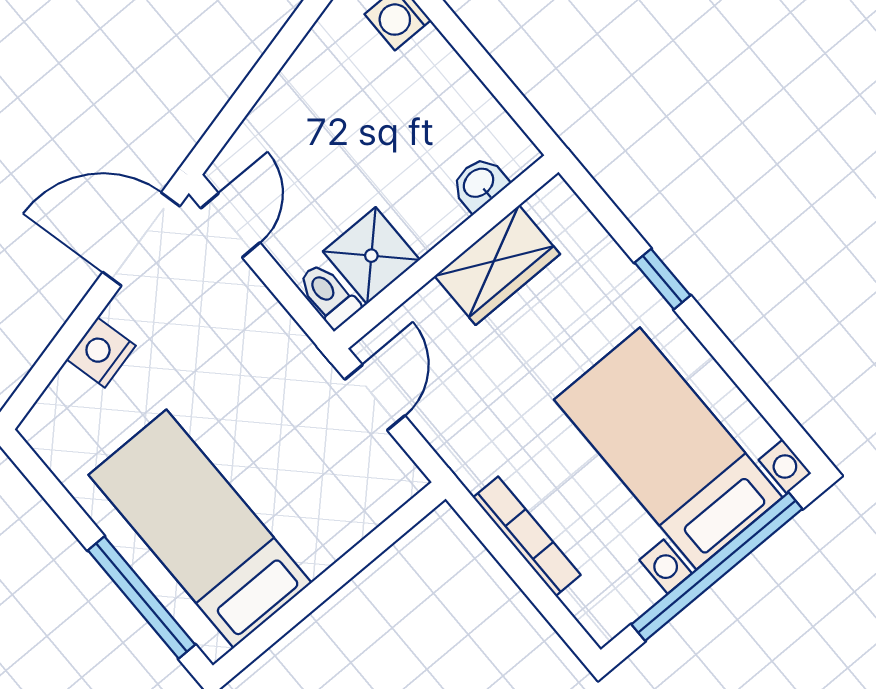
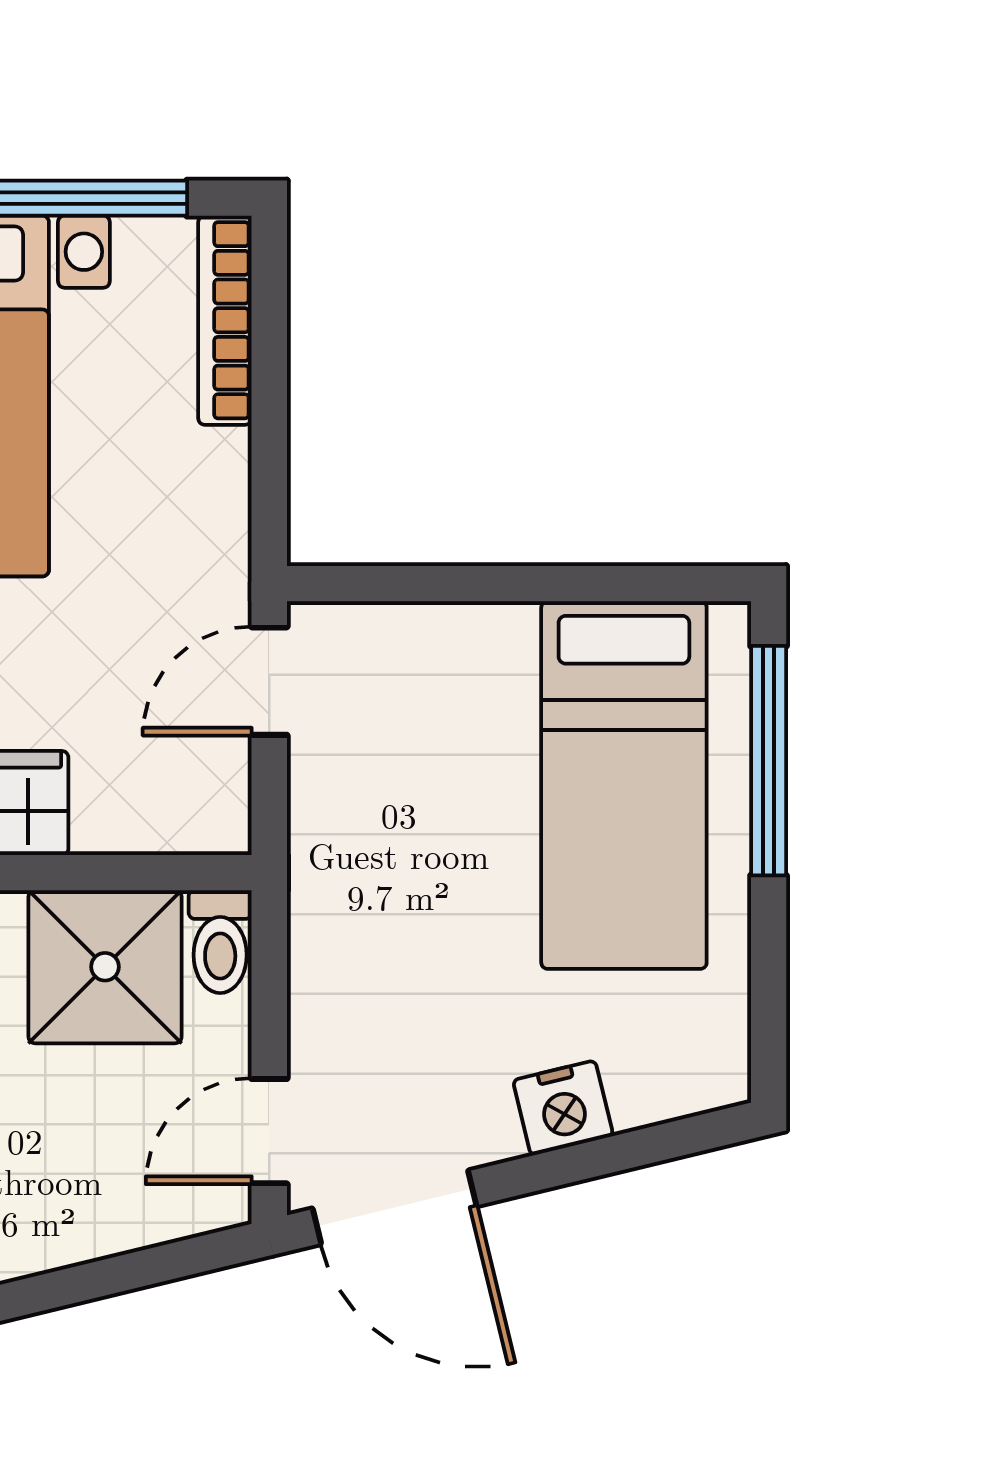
shower: (371, 256) -> (105, 967), width x1.36, depth x1.36
door: (375, 398) -> (269, 681), moved
bookcase: (527, 536) -> (225, 320), moved

